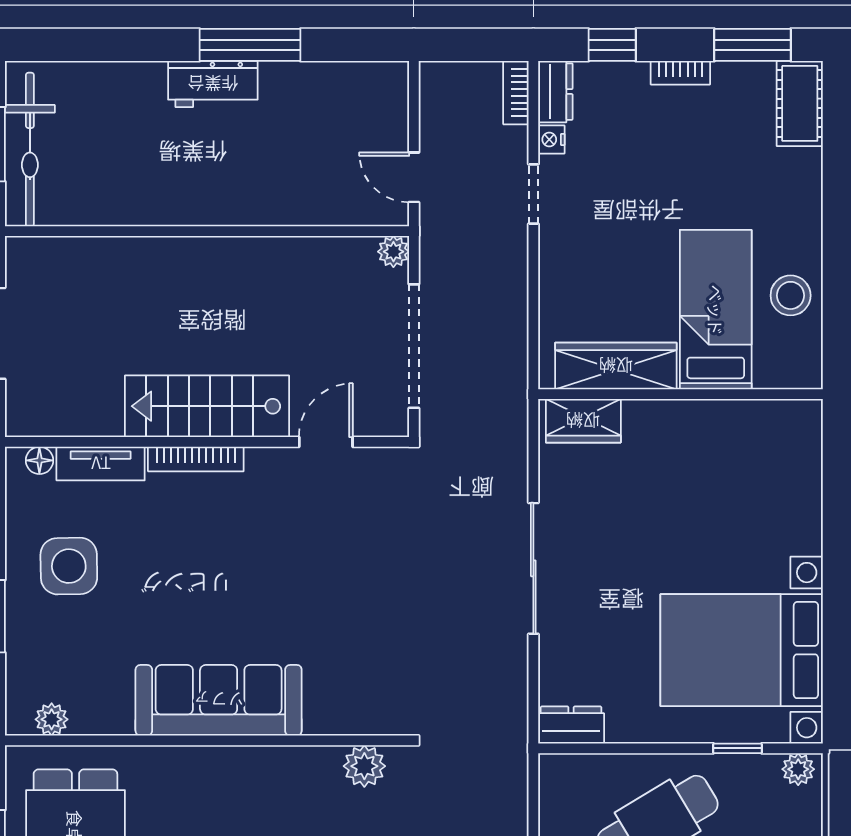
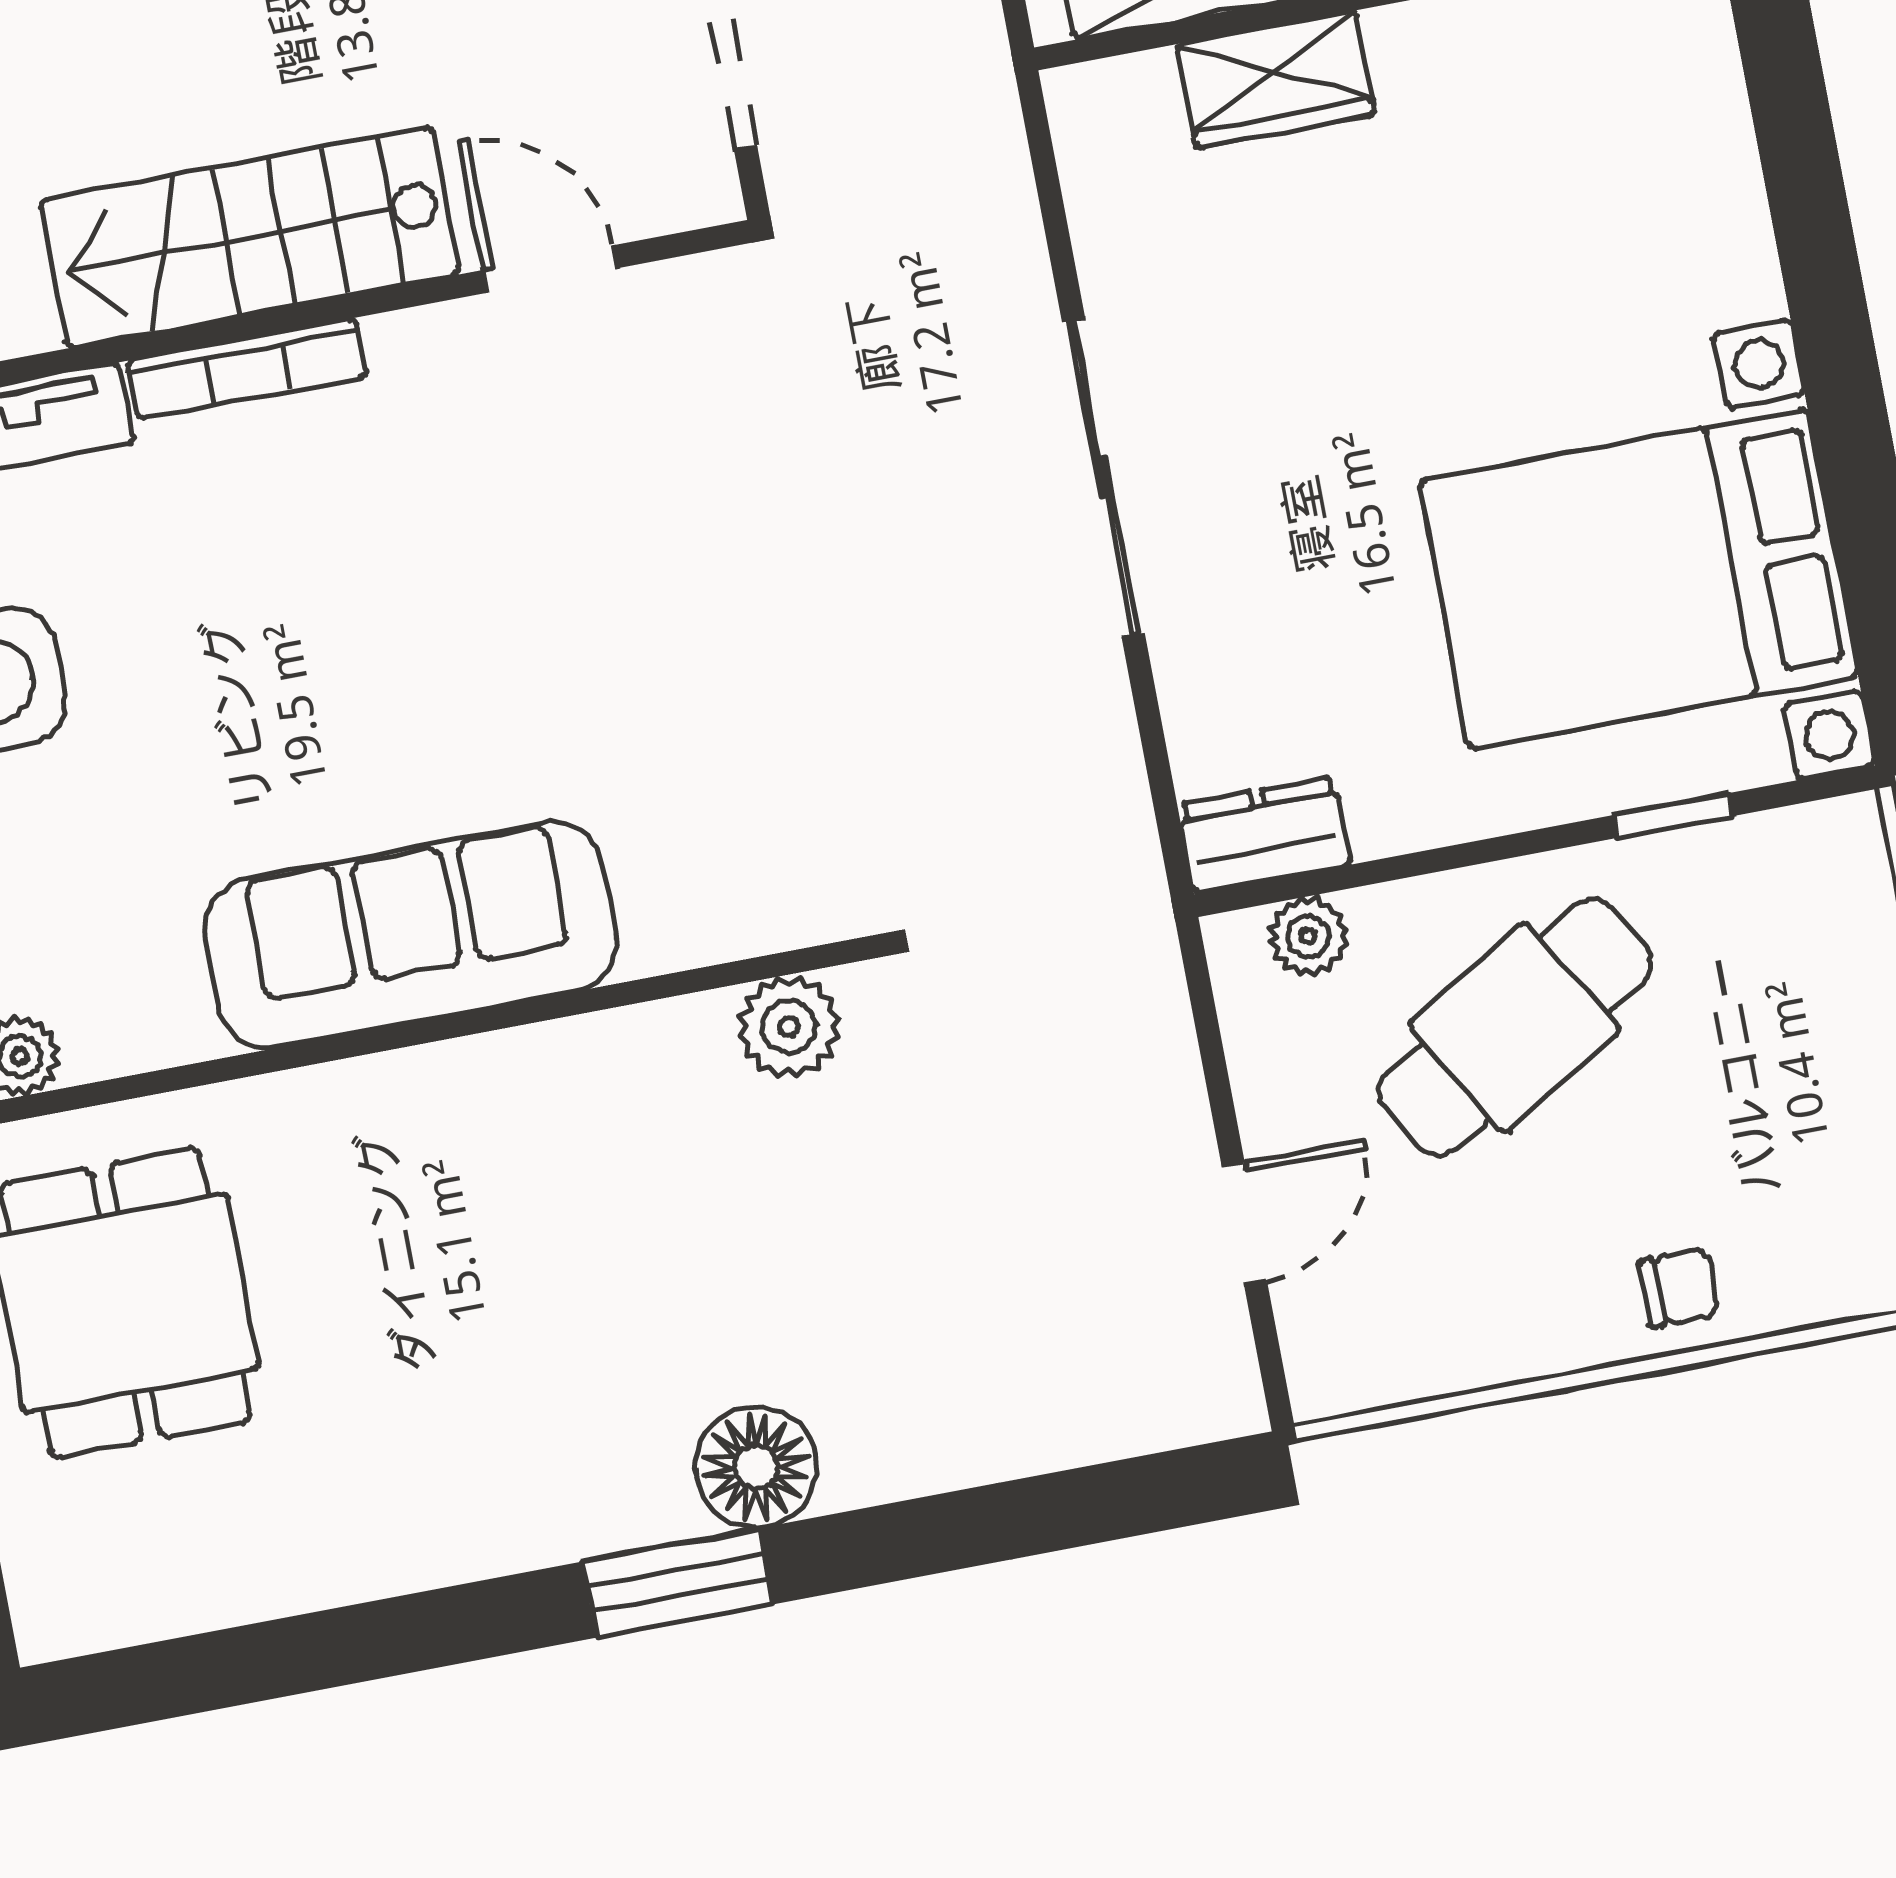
wardrobe: (583, 421) -> (1276, 79), moved
door: (326, 442) -> (550, 269), hinge flipped
plant: (798, 769) -> (1308, 936), moved

